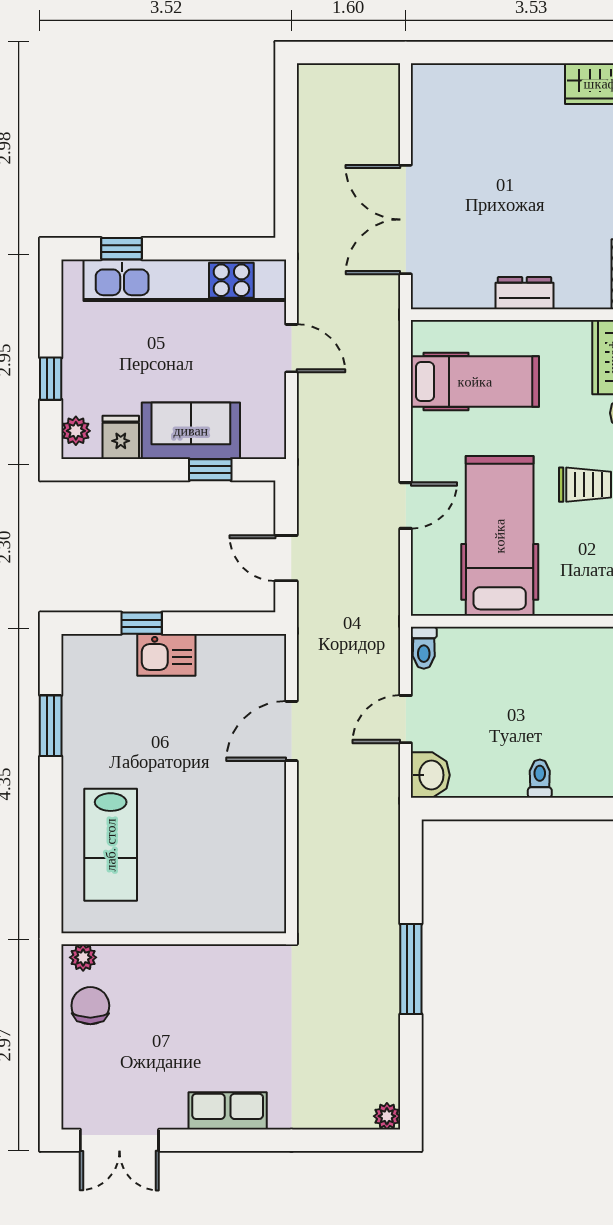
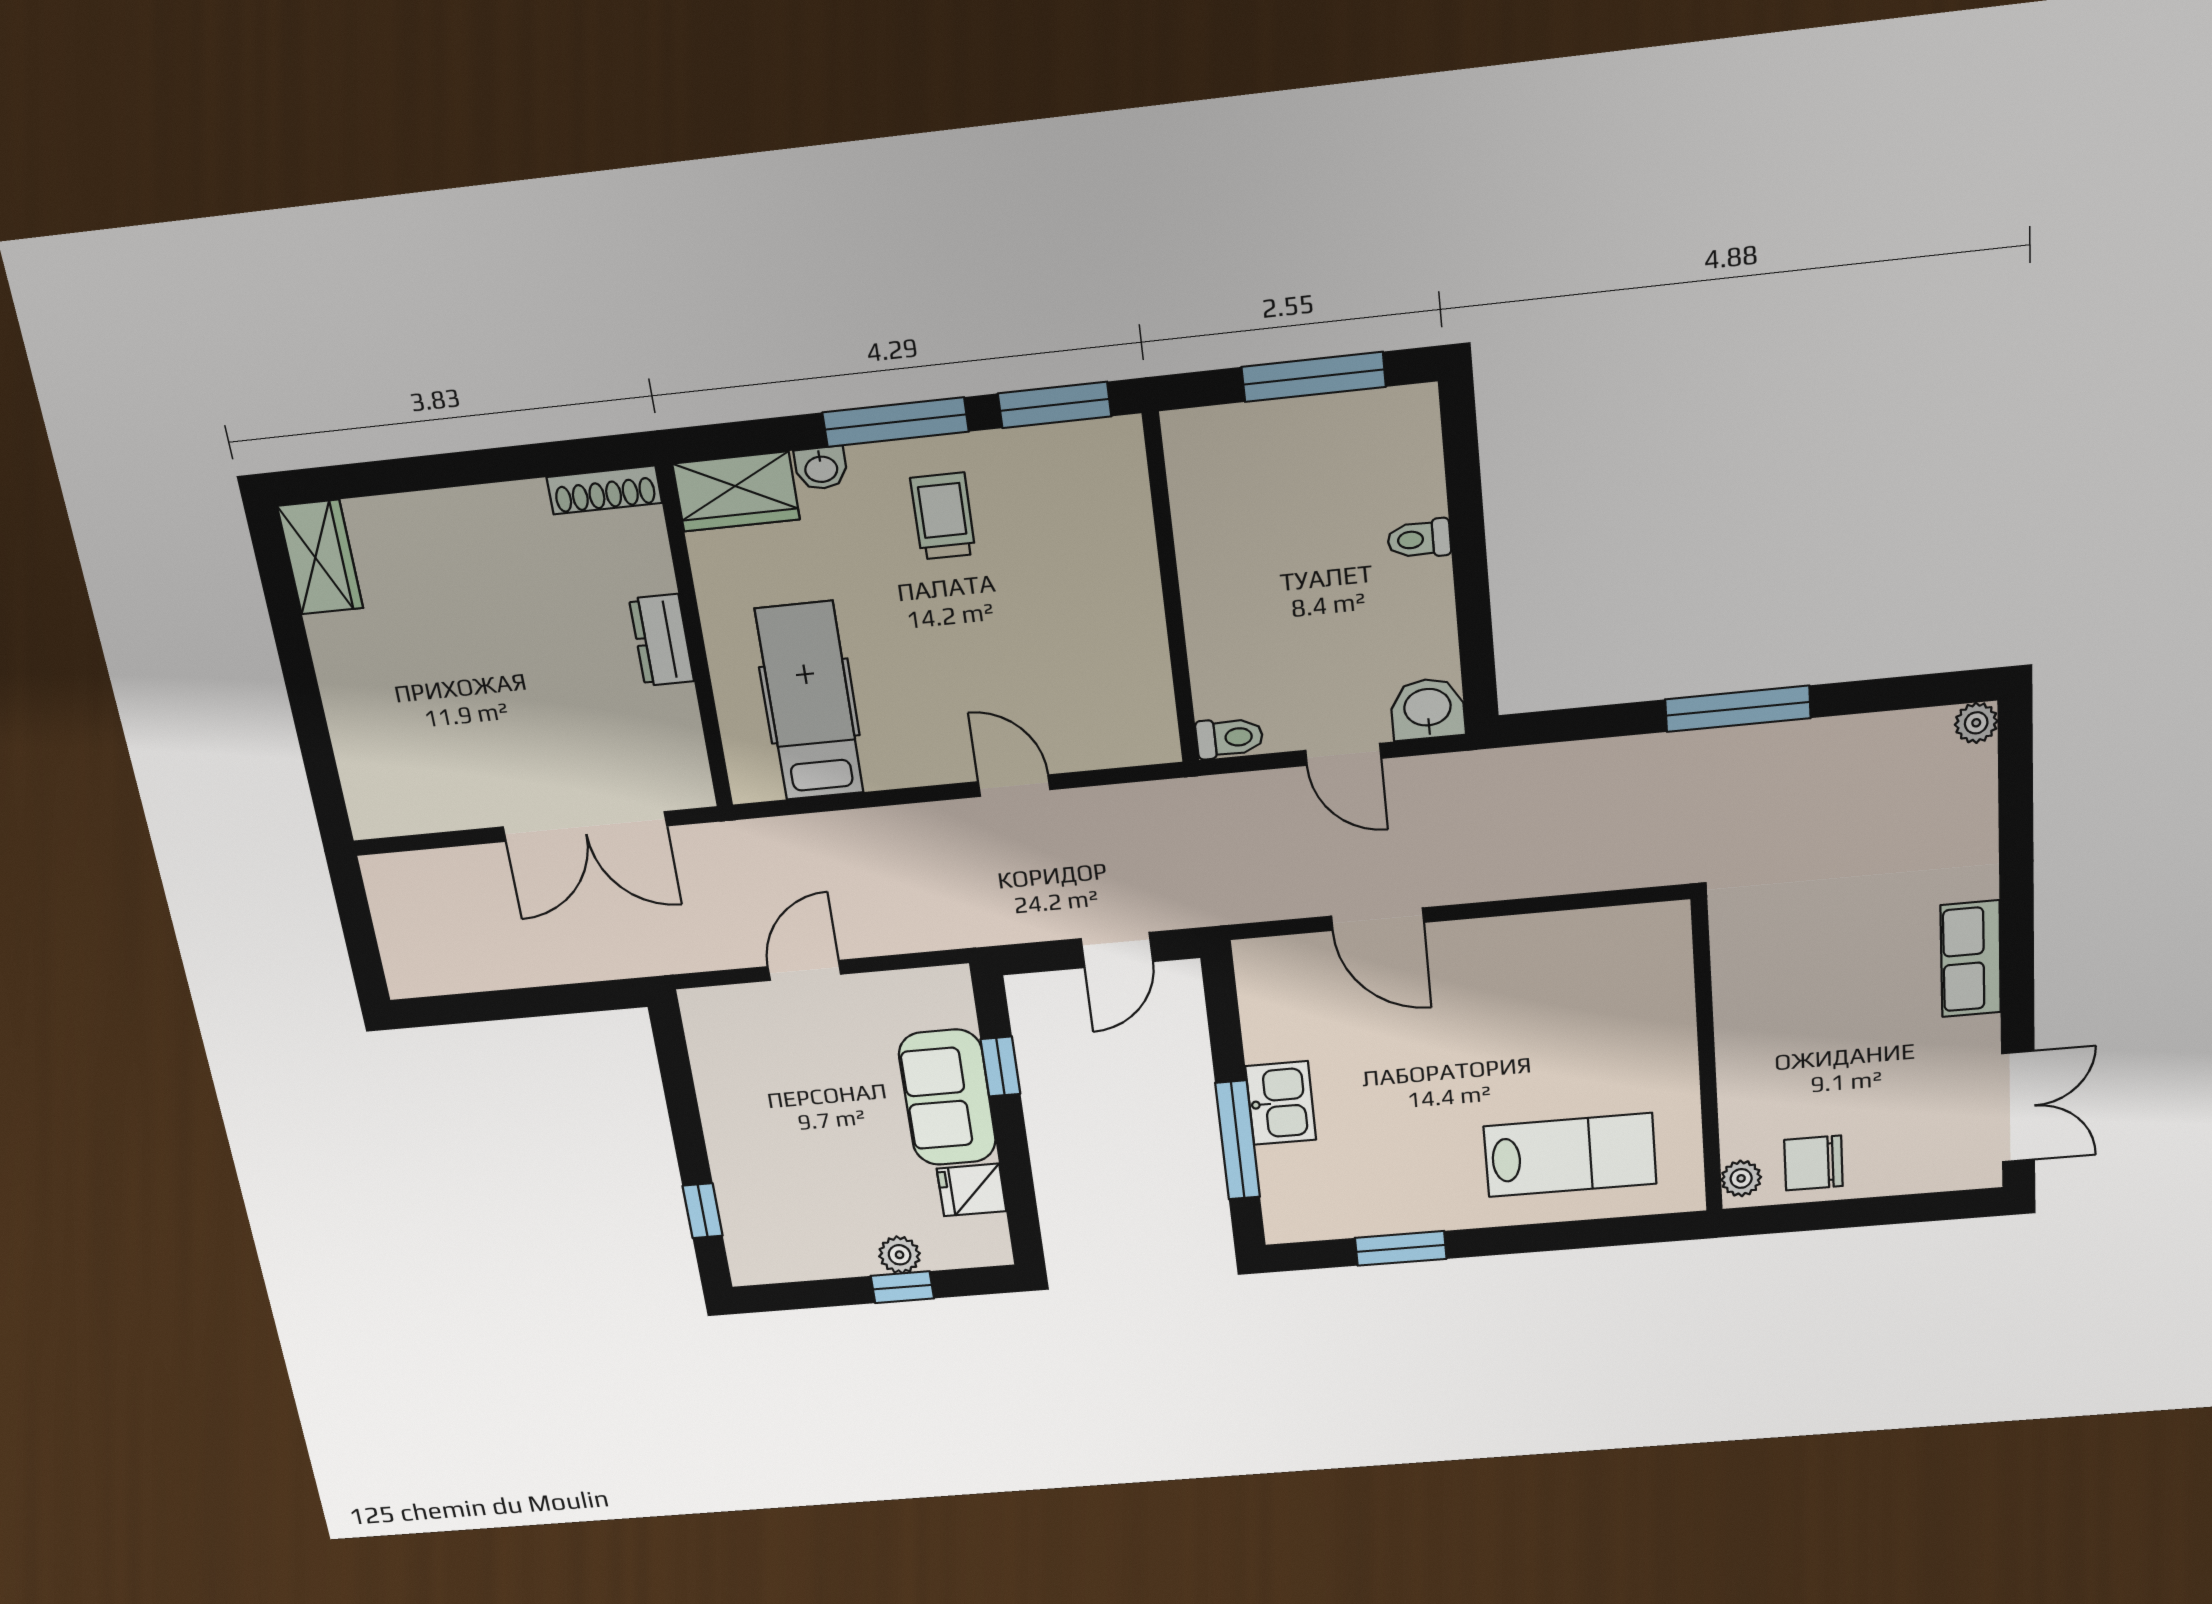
kitchen unit: (185, 280) -> (732, 1124), removed
plant: (76, 431) -> (900, 1255), moved
hospital bed: (500, 536) -> (1042, 640), removed
window: (142, 623) -> (1238, 1140), width x2.17

